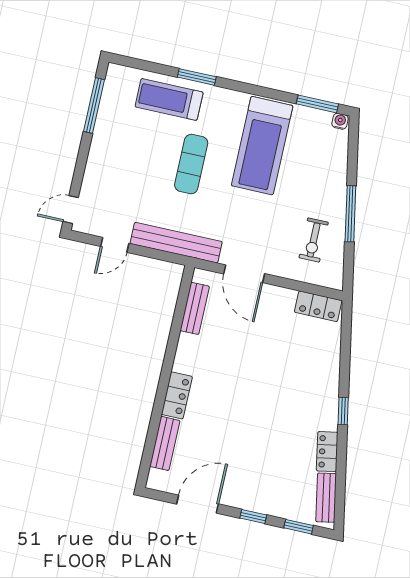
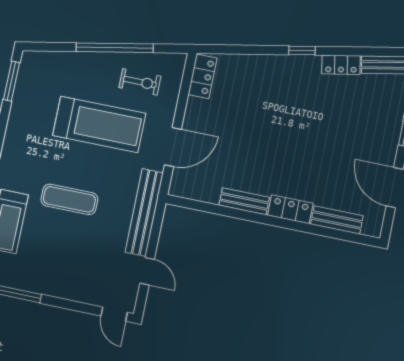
water cooler: (340, 121) -> (28, 59), removed
treadmill: (262, 146) -> (99, 124), moved
window: (350, 214) -> (115, 48), width x1.46
bench: (195, 308) -> (244, 201), moved

